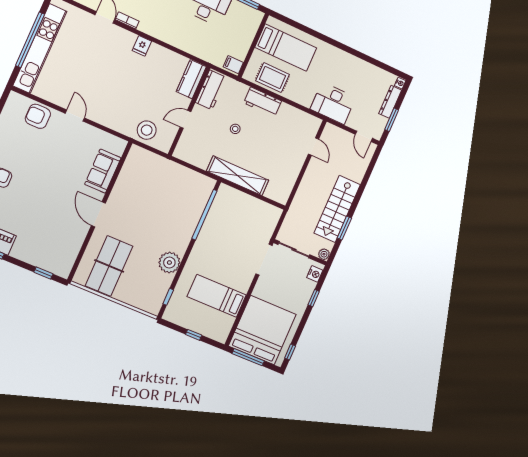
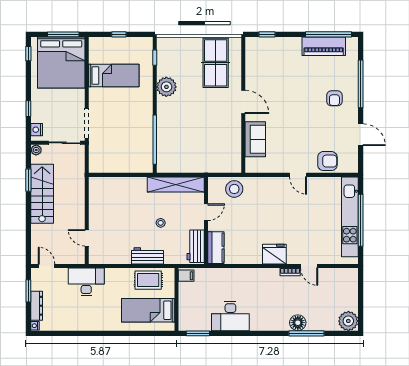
fridge: (142, 46) -> (274, 254), width x1.88, depth x1.34
shelving: (238, 176) -> (176, 185), moved

